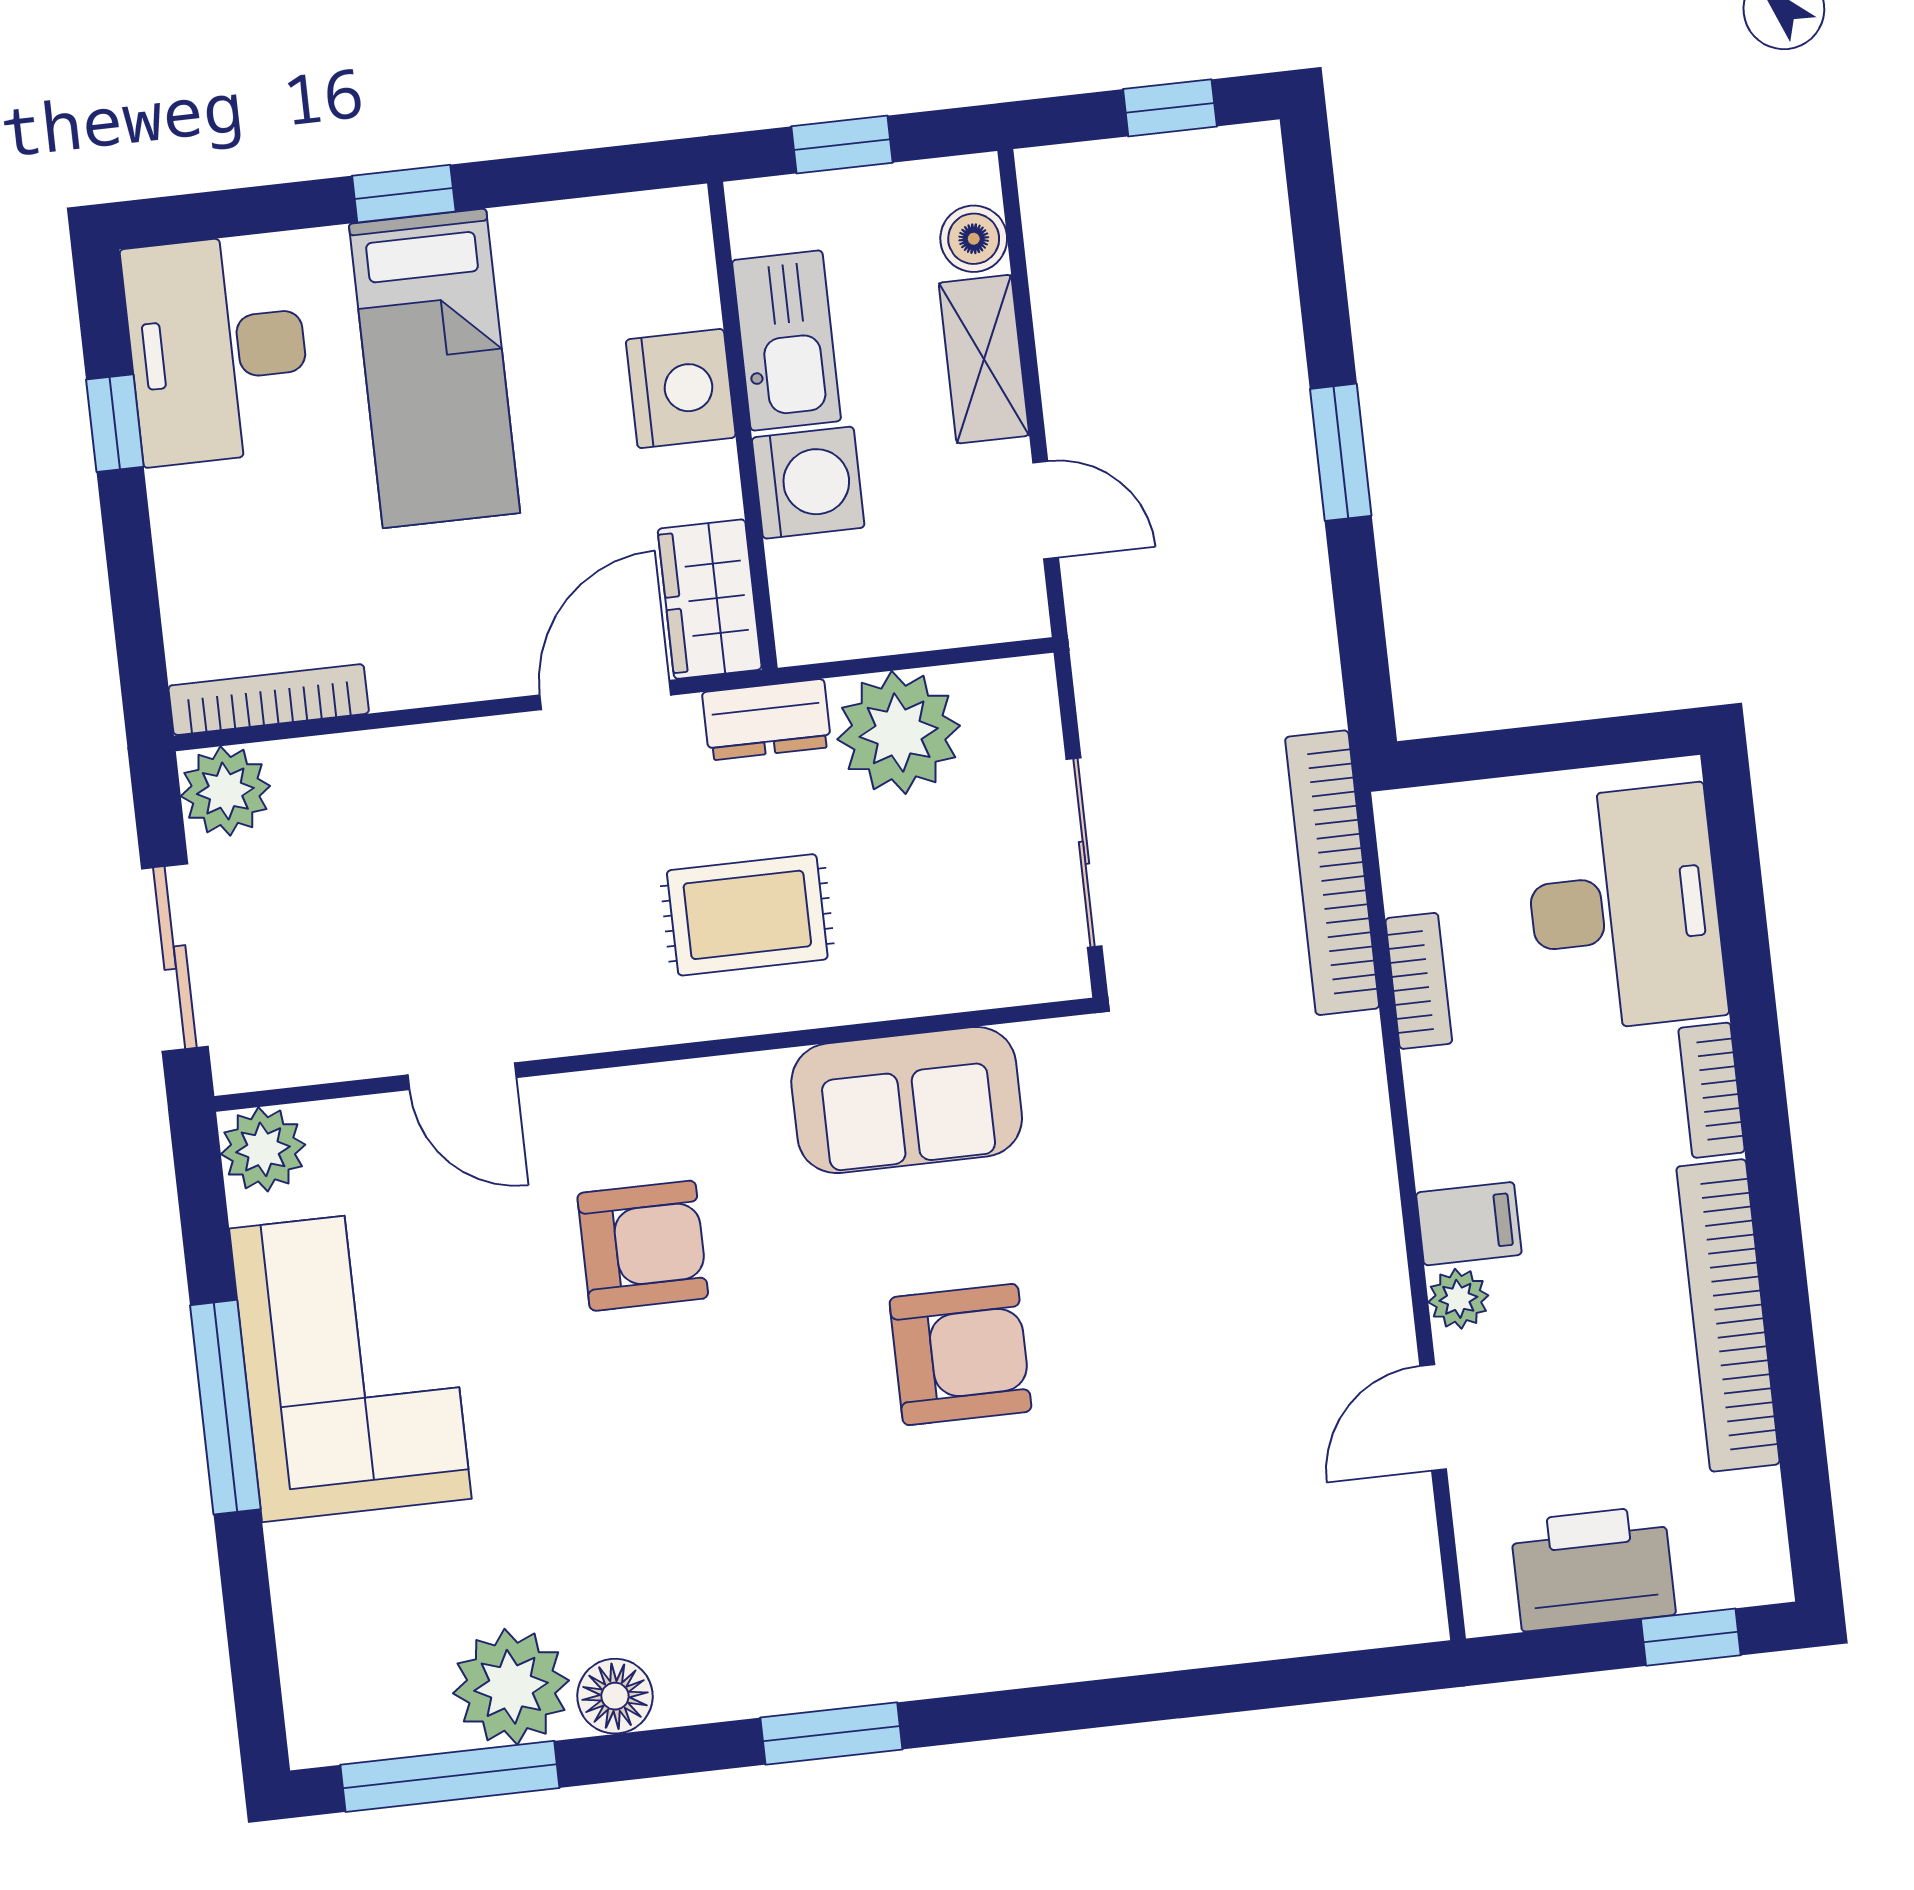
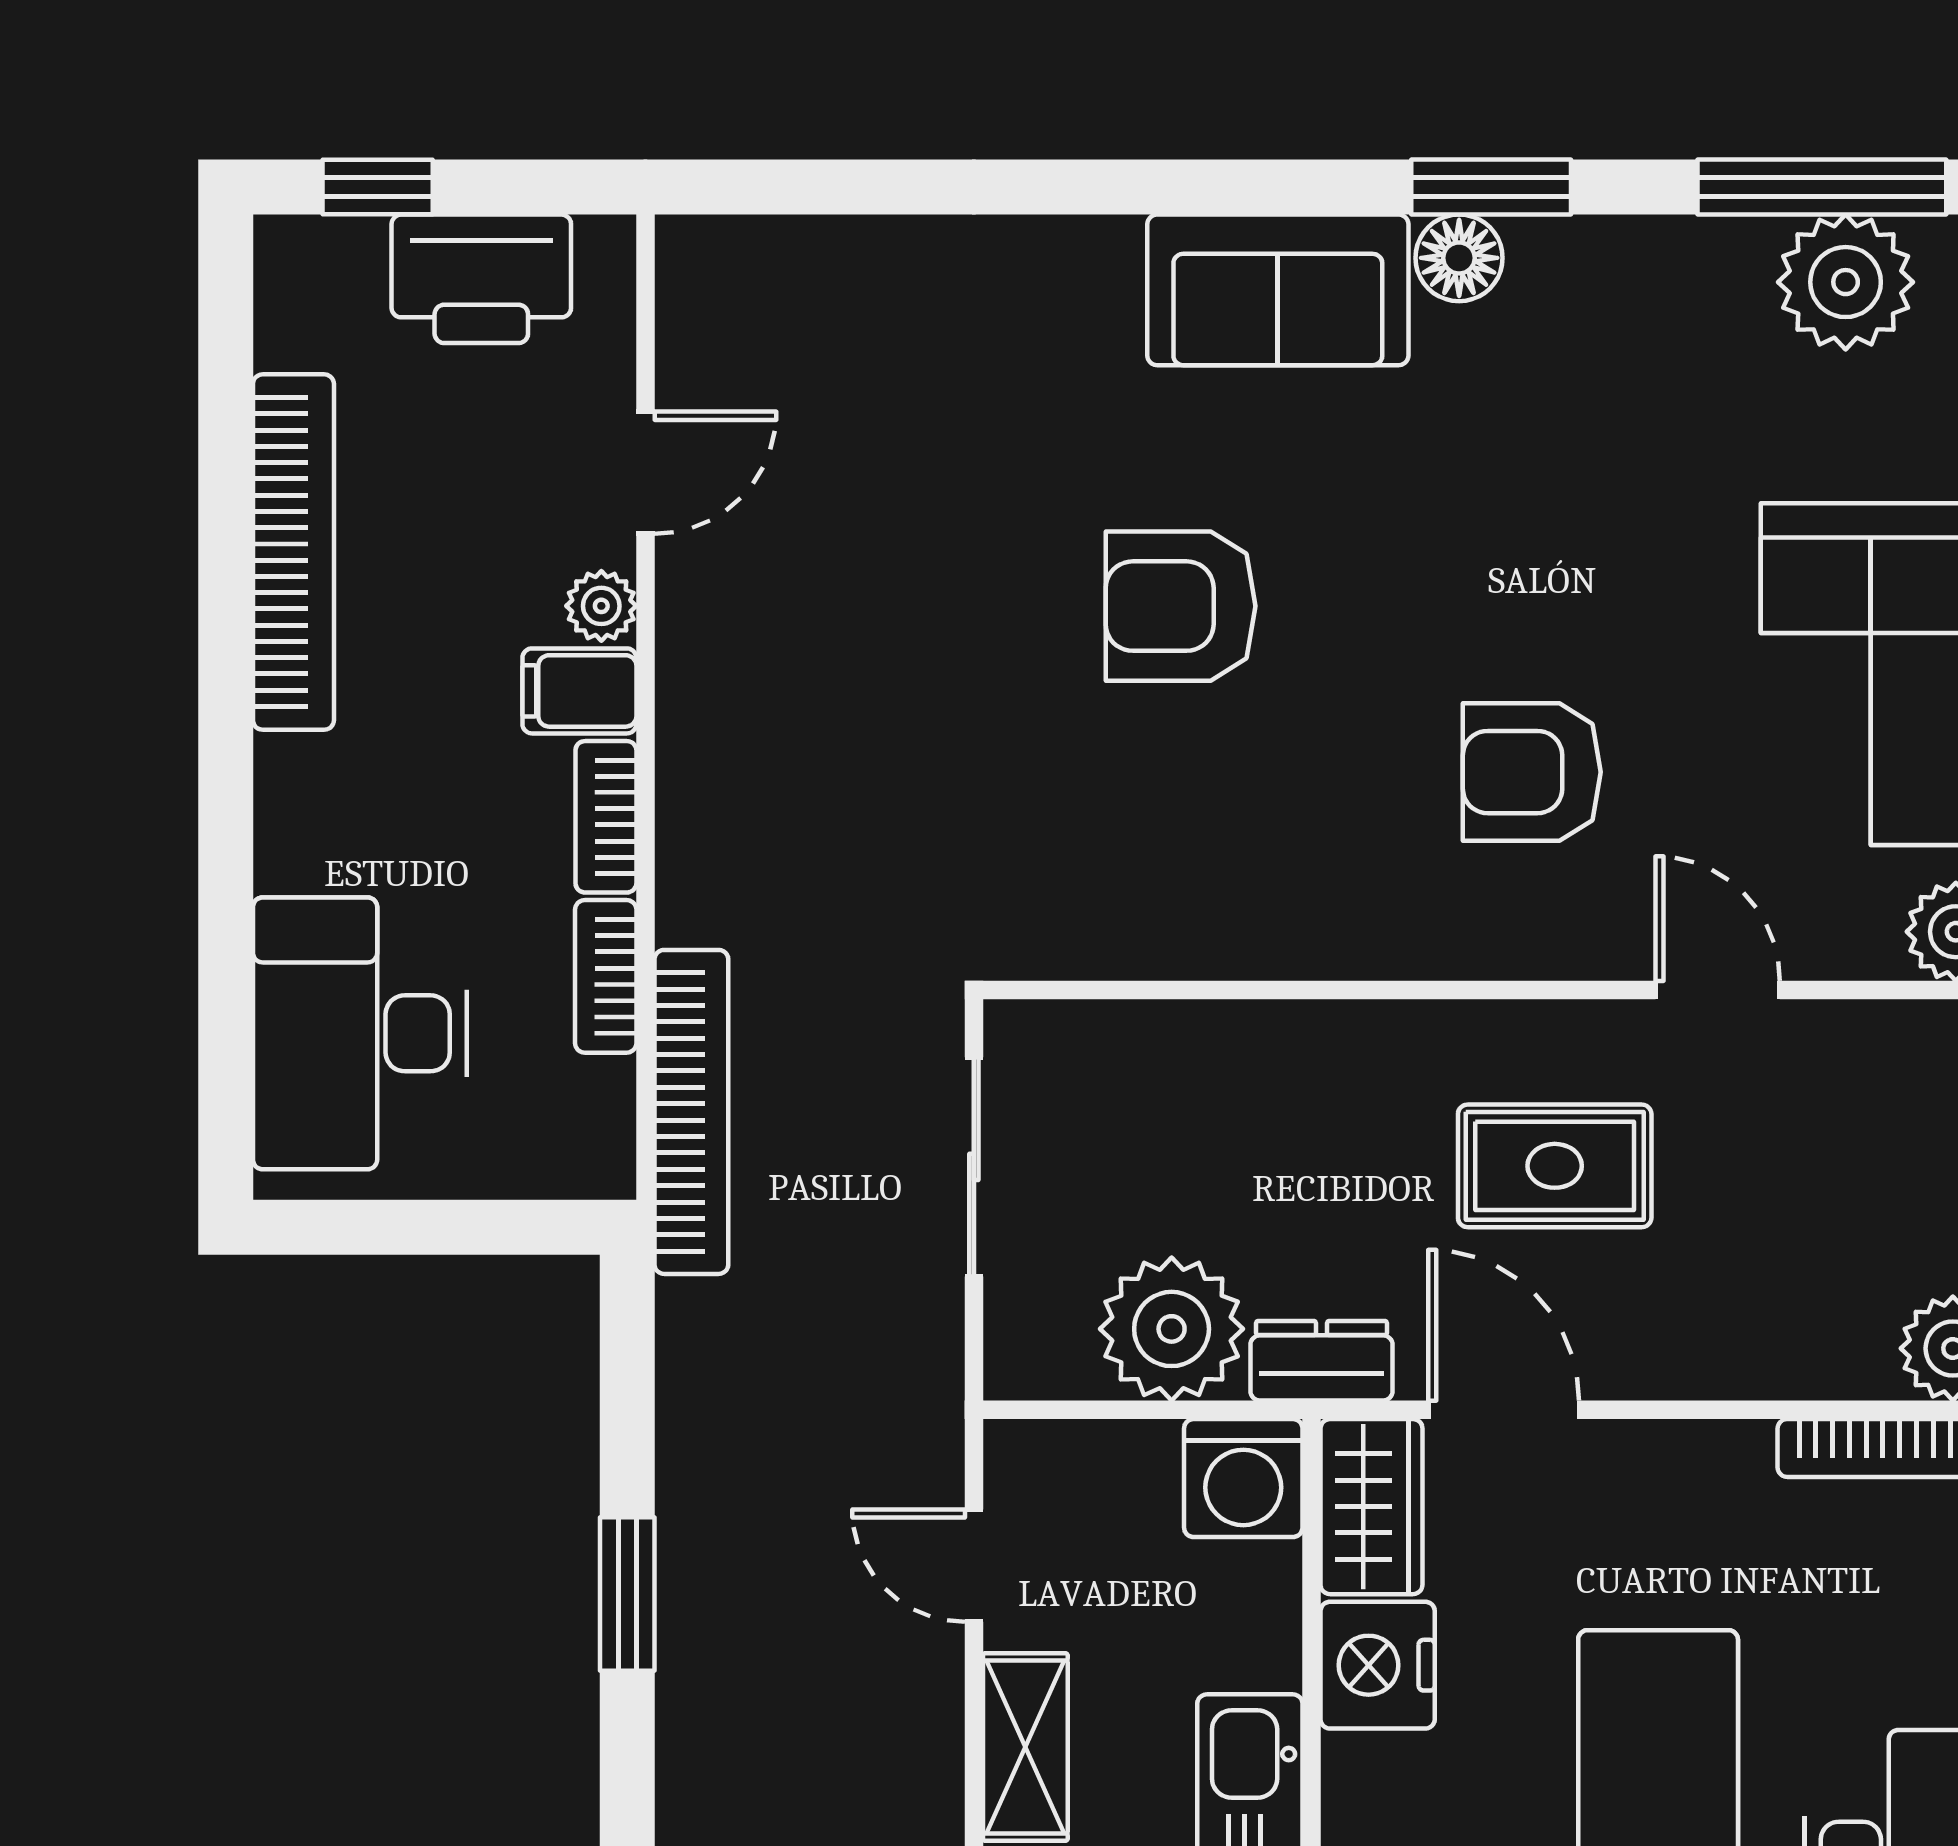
nightstand: (681, 389) -> (1378, 1665), moved
washing machine: (808, 483) -> (1243, 1478), moved, turned -90
door: (605, 695) -> (1504, 1410), swing flipped
rug: (747, 915) -> (1555, 1166), moved
bookcase: (1711, 1090) -> (606, 817), moved, turned 180
sofa: (907, 1100) -> (1278, 290), moved, turned 180
plant: (511, 1687) -> (1846, 282), moved
floor lamp: (615, 1696) -> (1459, 258), moved
window: (831, 1734) -> (1491, 187), moved

